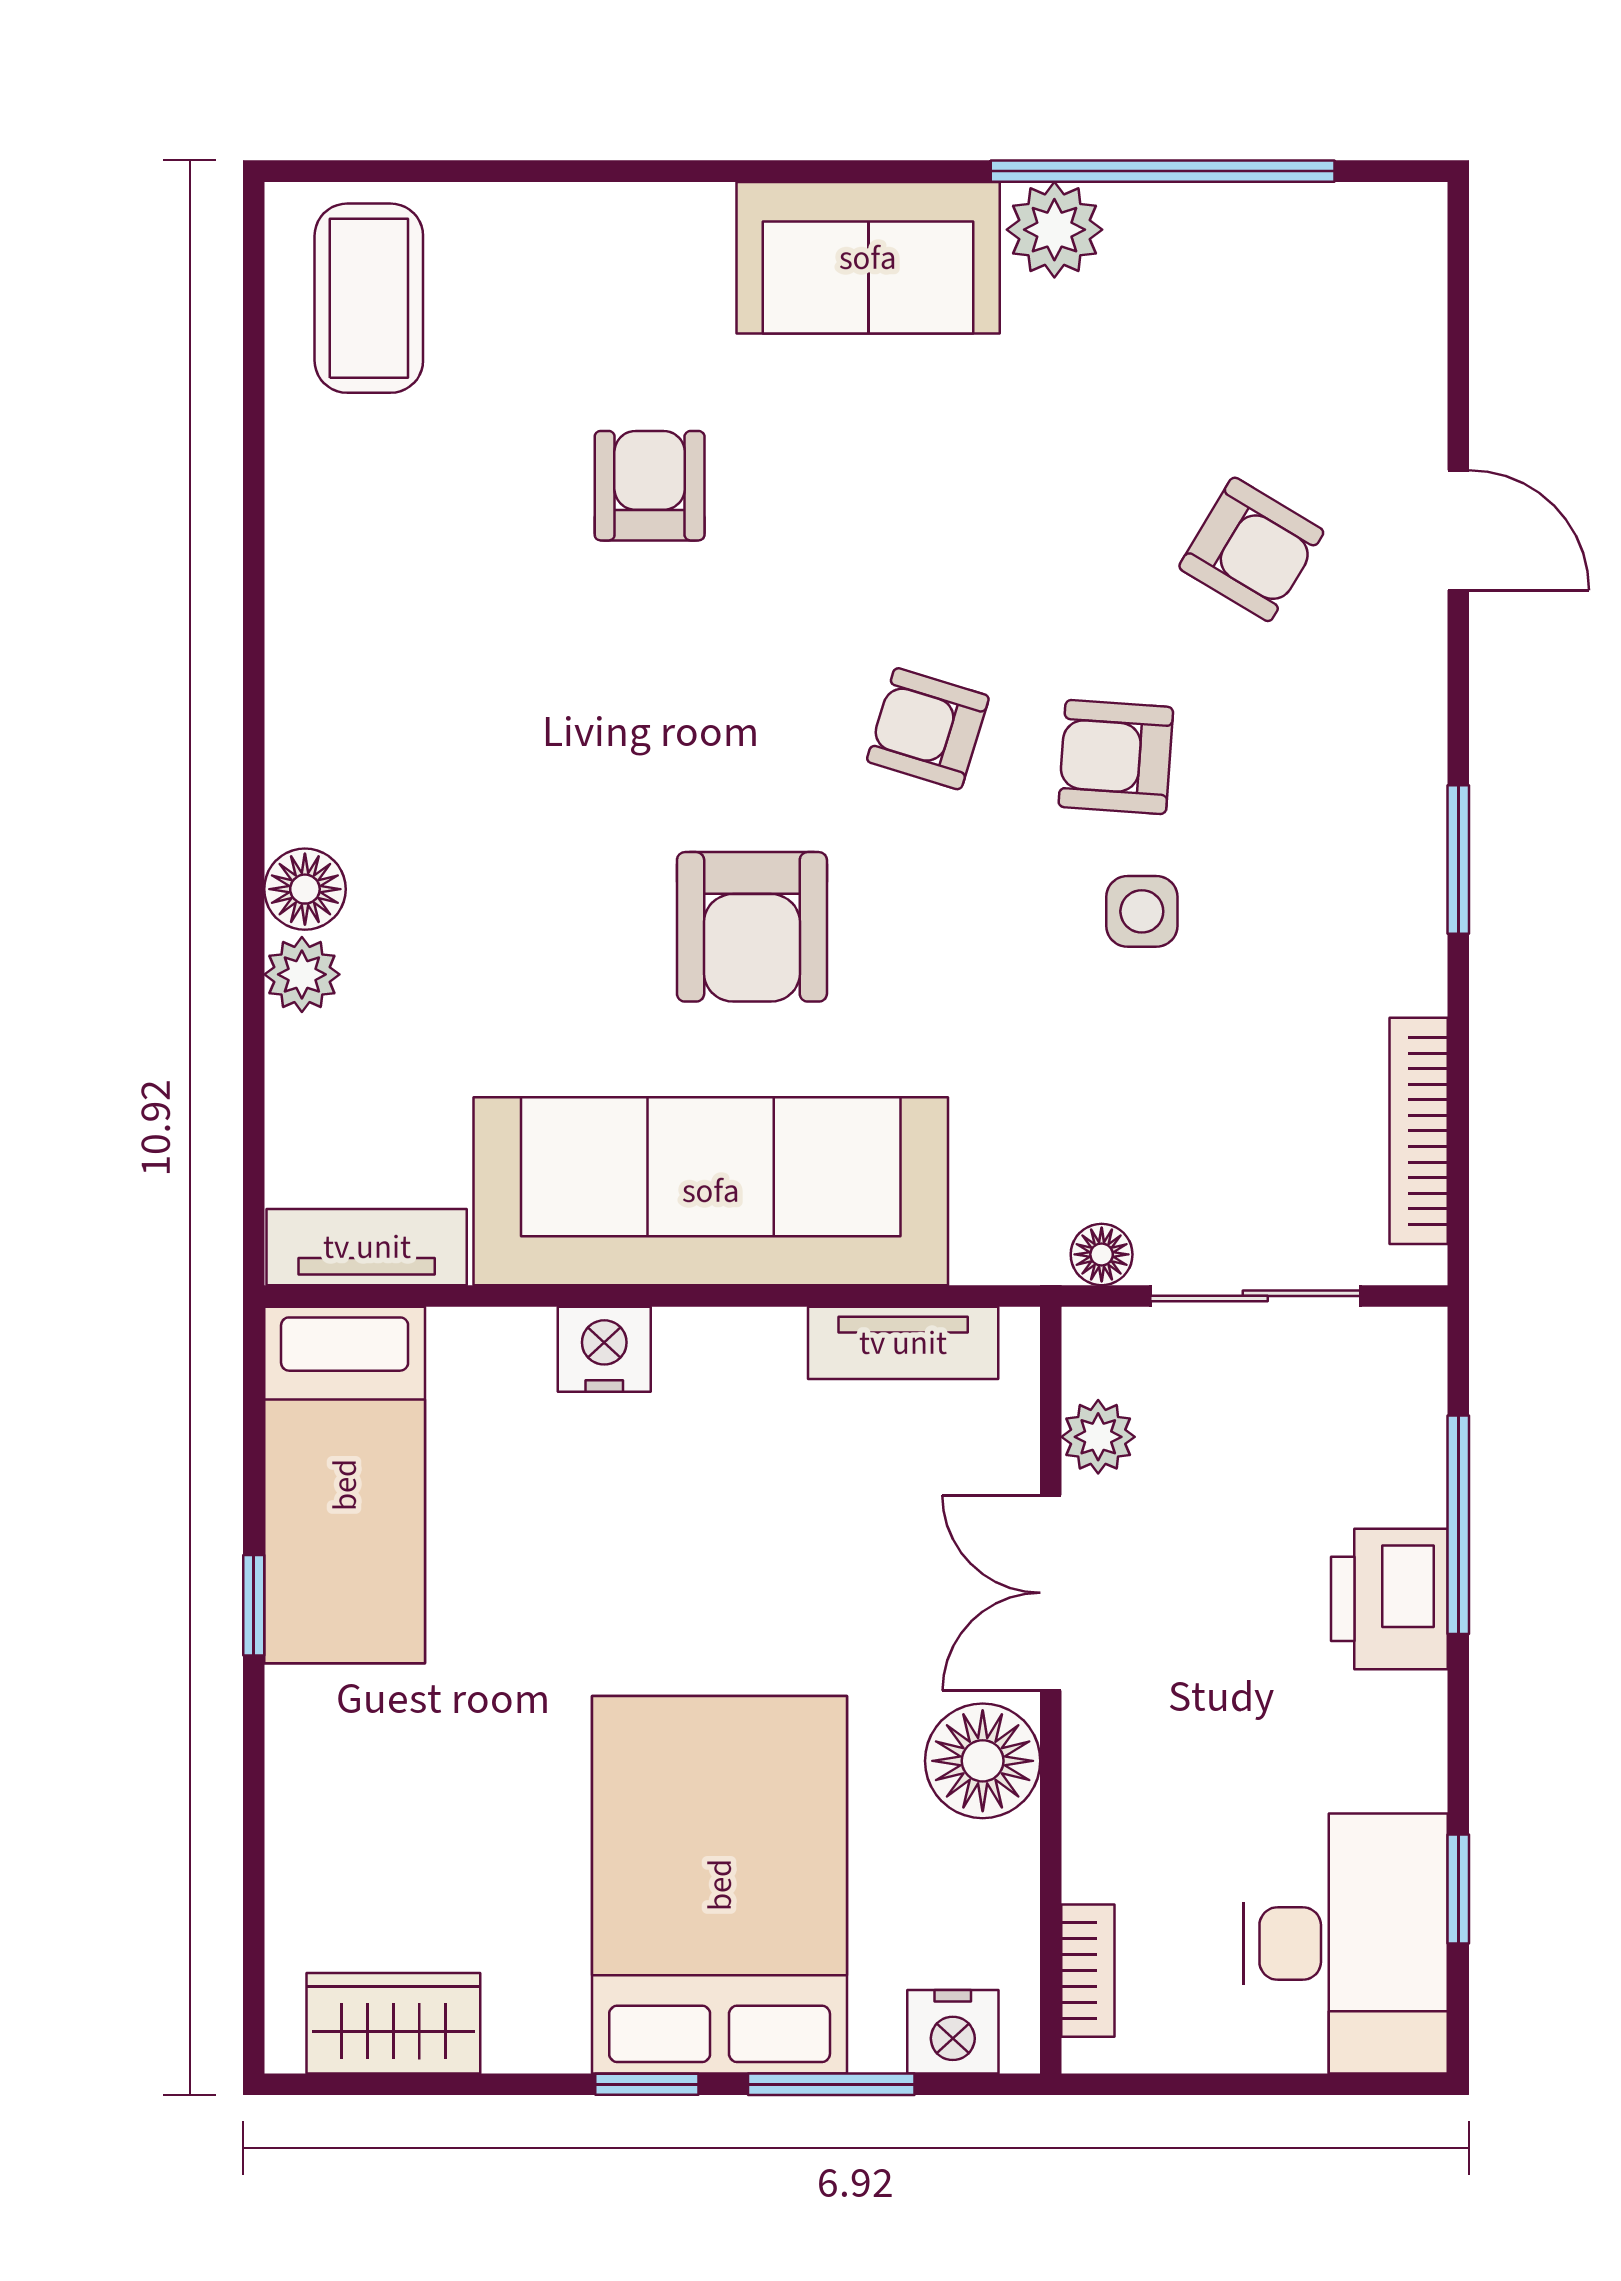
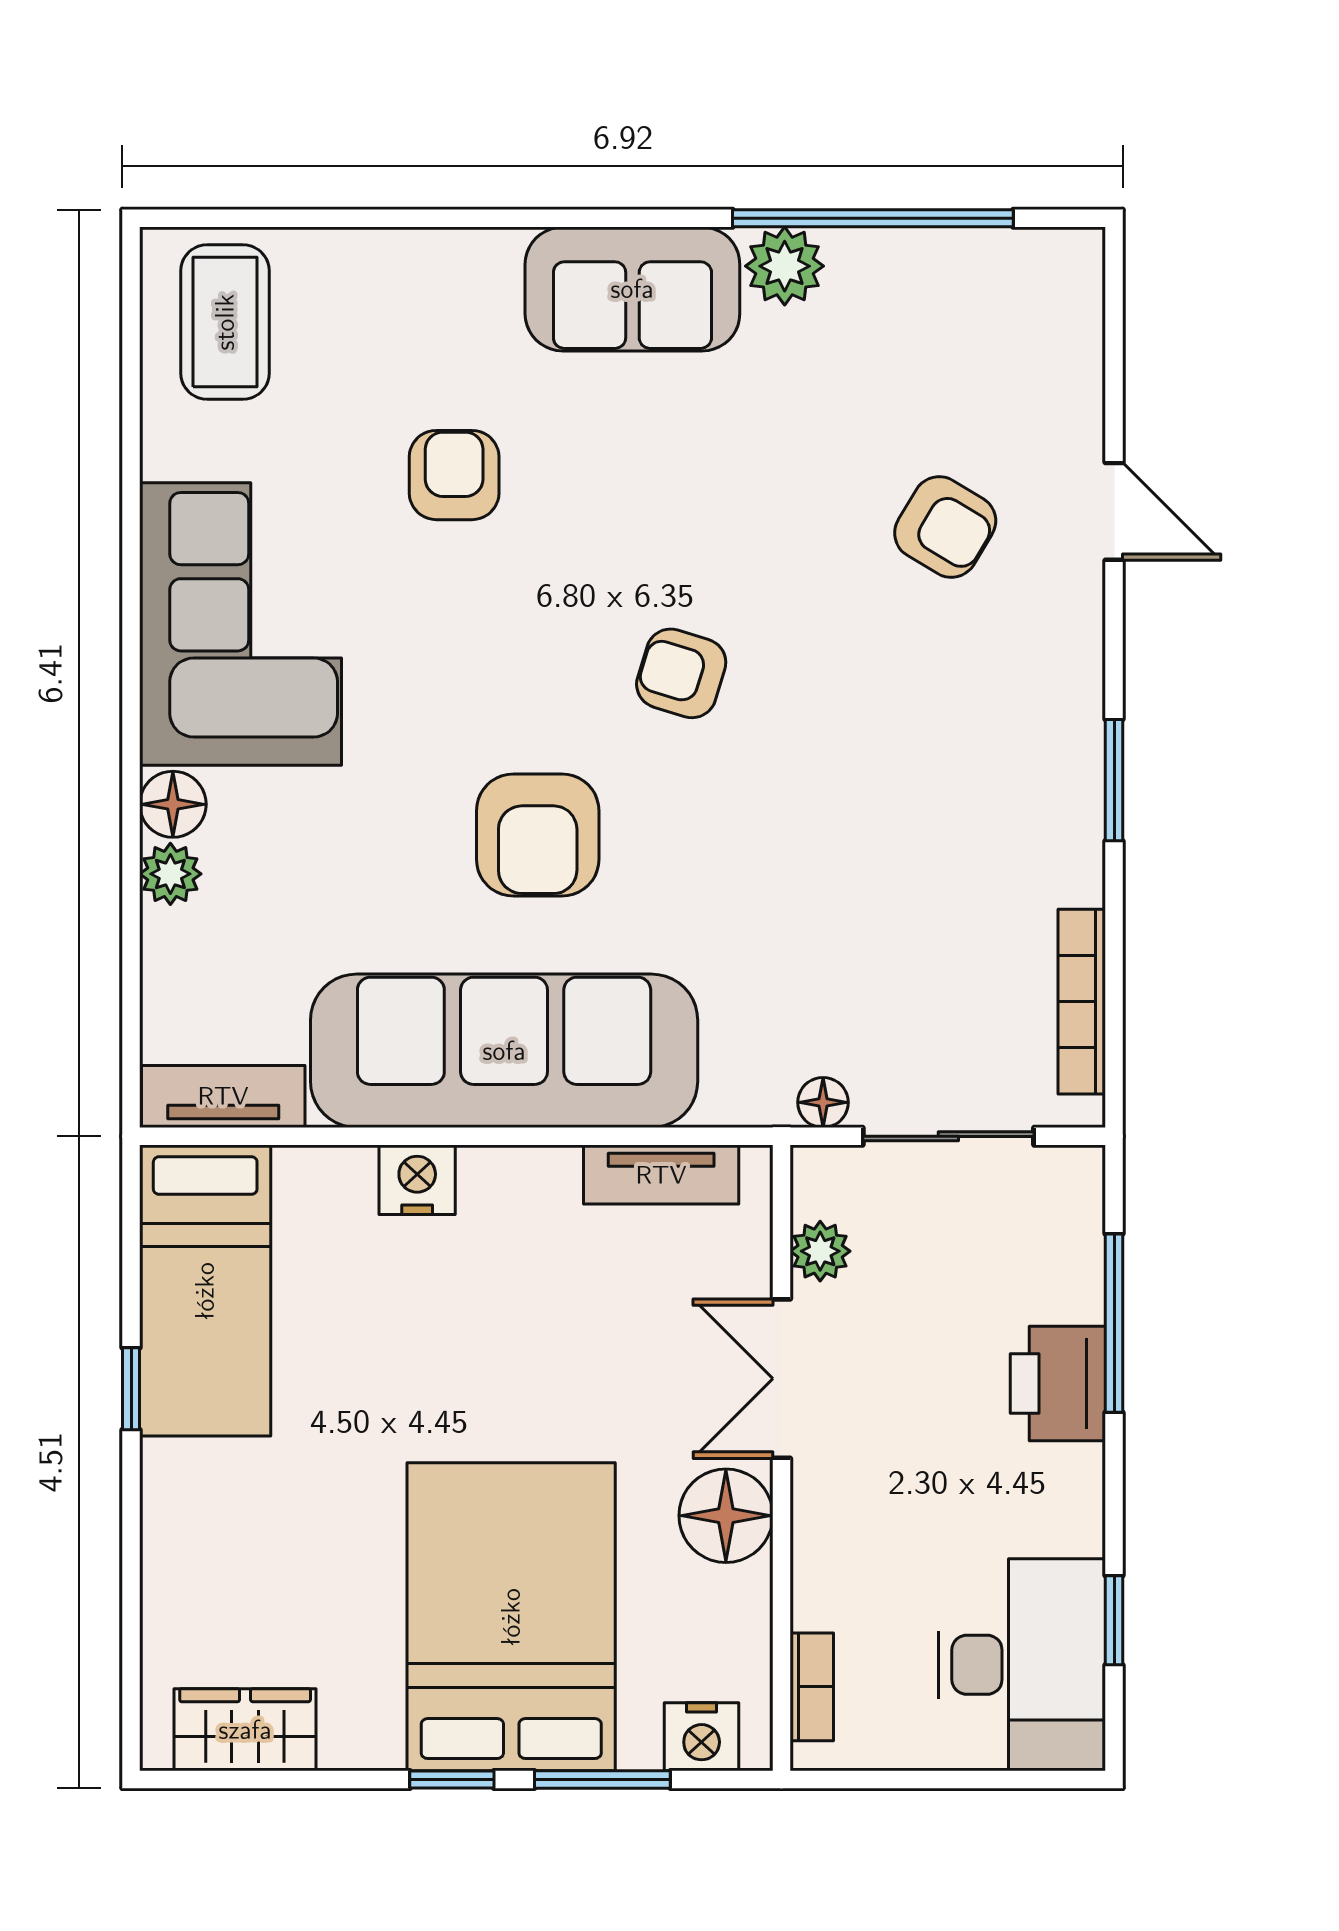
corner sofa: (388, 668) -> (241, 624), added
armchair: (1116, 757) -> (835, 696), removed
side table: (1142, 911) -> (856, 822), removed

